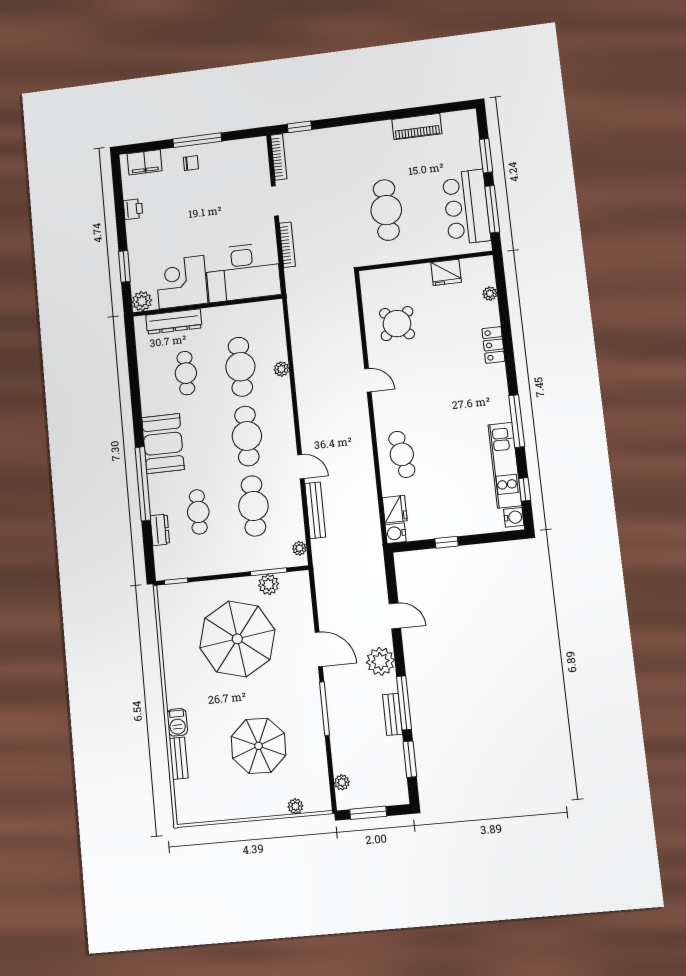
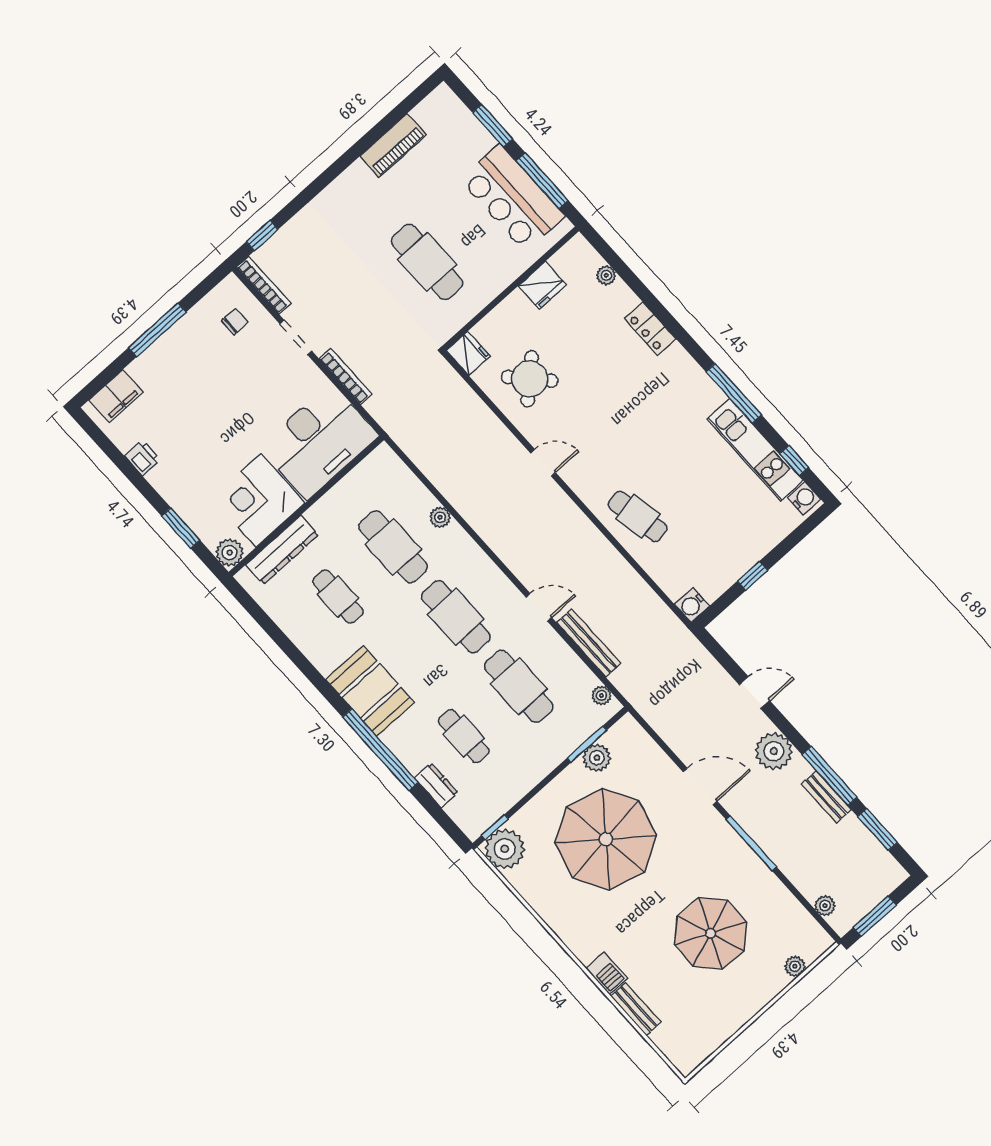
chair: (191, 163) -> (235, 322), moved
fridge: (395, 509) -> (468, 353), moved
plant: (172, 599) -> (505, 849), added

